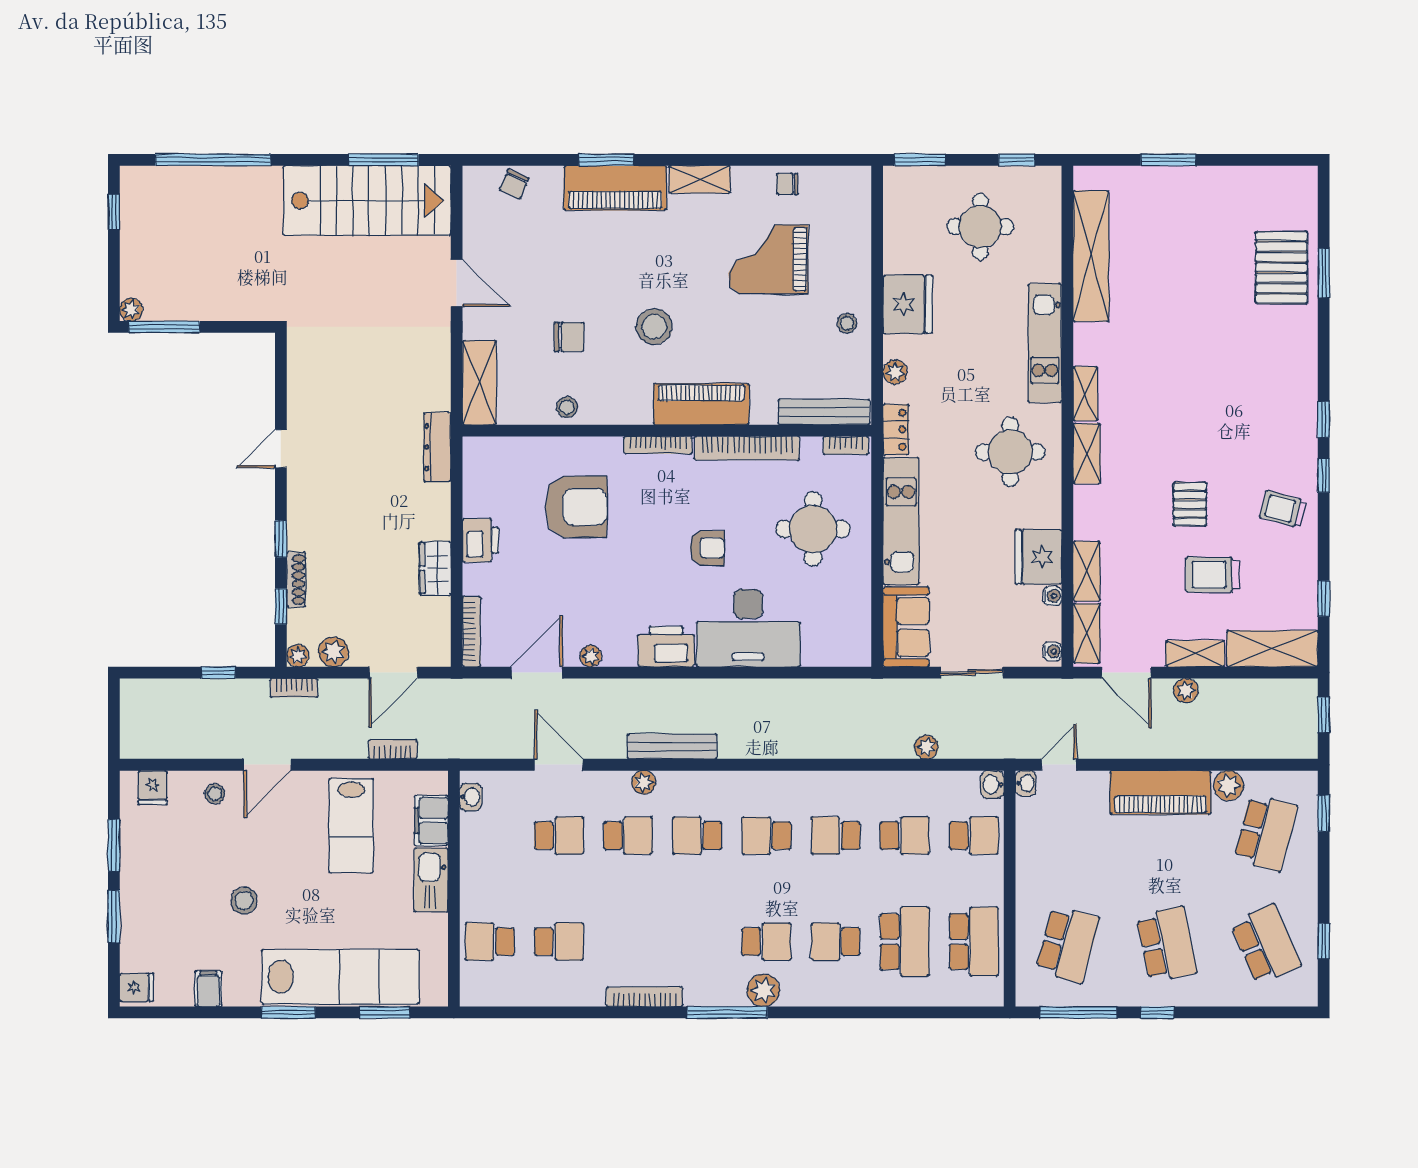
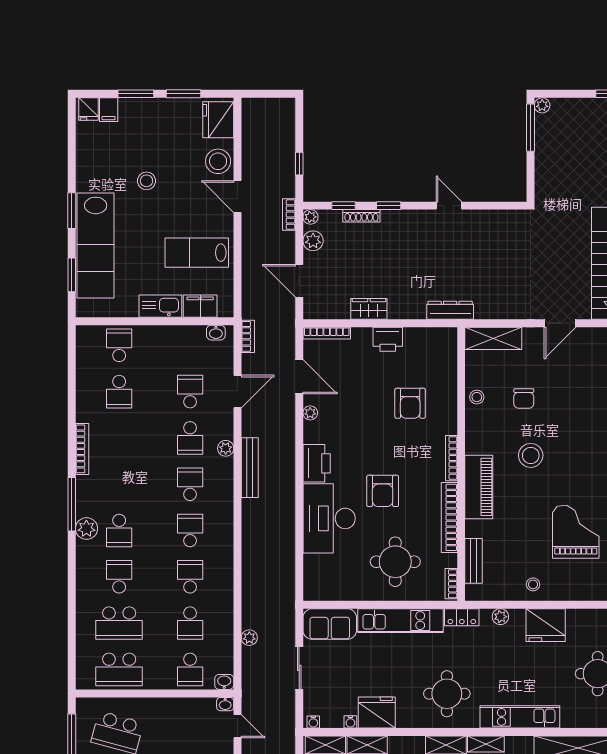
bench: (824, 412) -> (474, 561), width x0.73
armchair: (576, 507) -> (410, 403), width x0.73, depth x0.73
armchair: (707, 548) -> (383, 491), width x1.38, depth x1.38
bookcase: (393, 749) -> (248, 336), moved
fridge: (153, 788) -> (218, 120), width x1.88, depth x1.34
stool: (215, 794) -> (218, 161), width x1.89, depth x1.89
school desk: (559, 836) -> (190, 392), turned 180
filing cabinet: (208, 989) -> (109, 110), moved, turned 90

